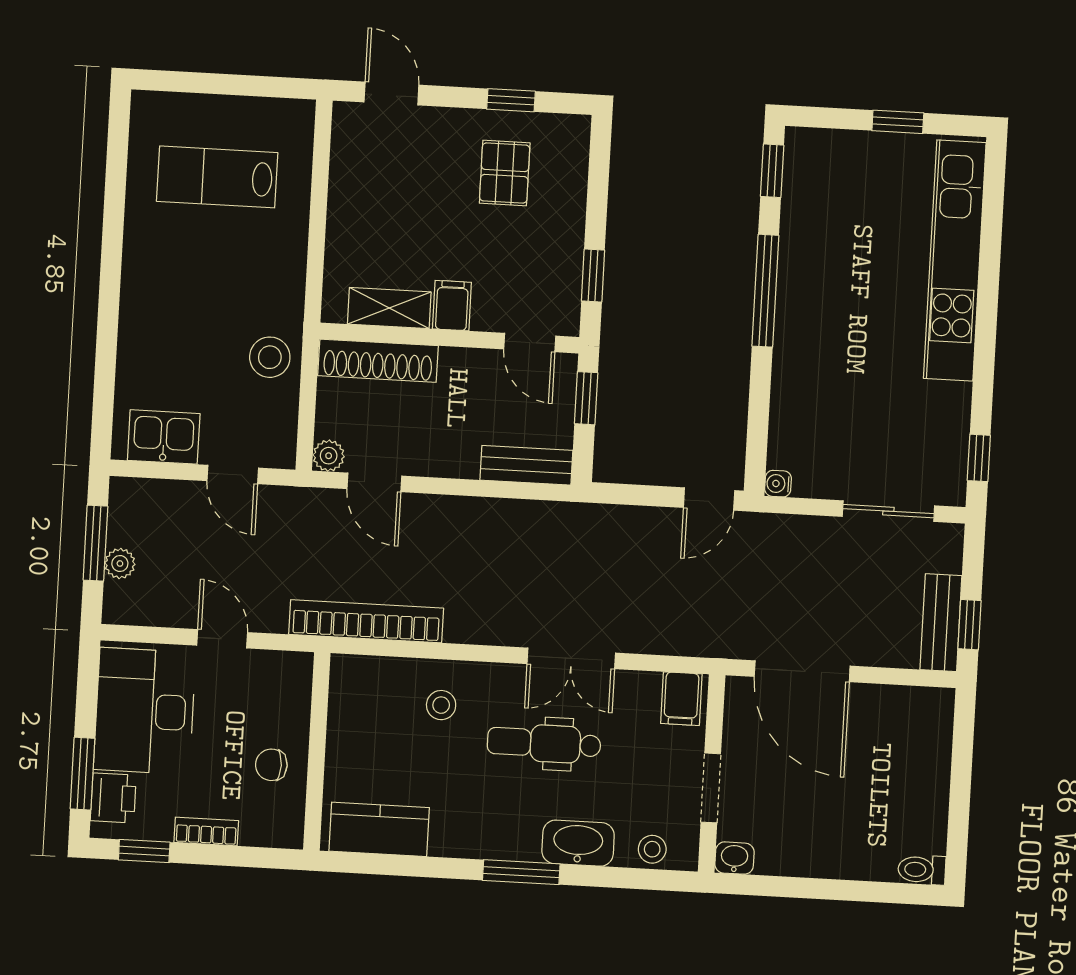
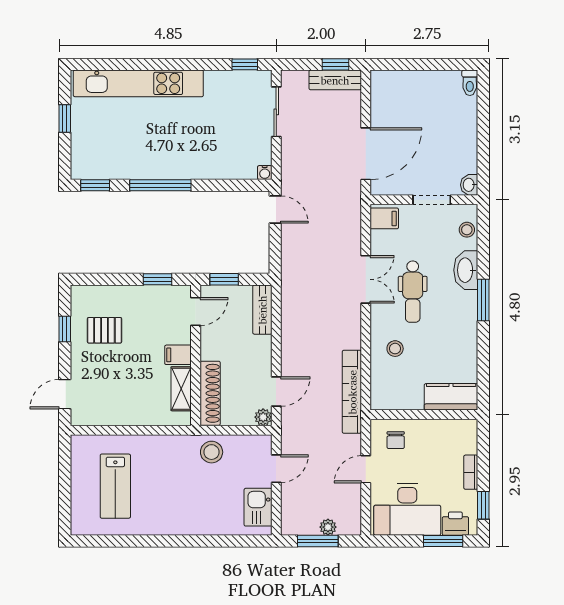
chair: (271, 765) -> (396, 440), moved
kitchen counter: (379, 829) -> (451, 397), moved, turned 90

